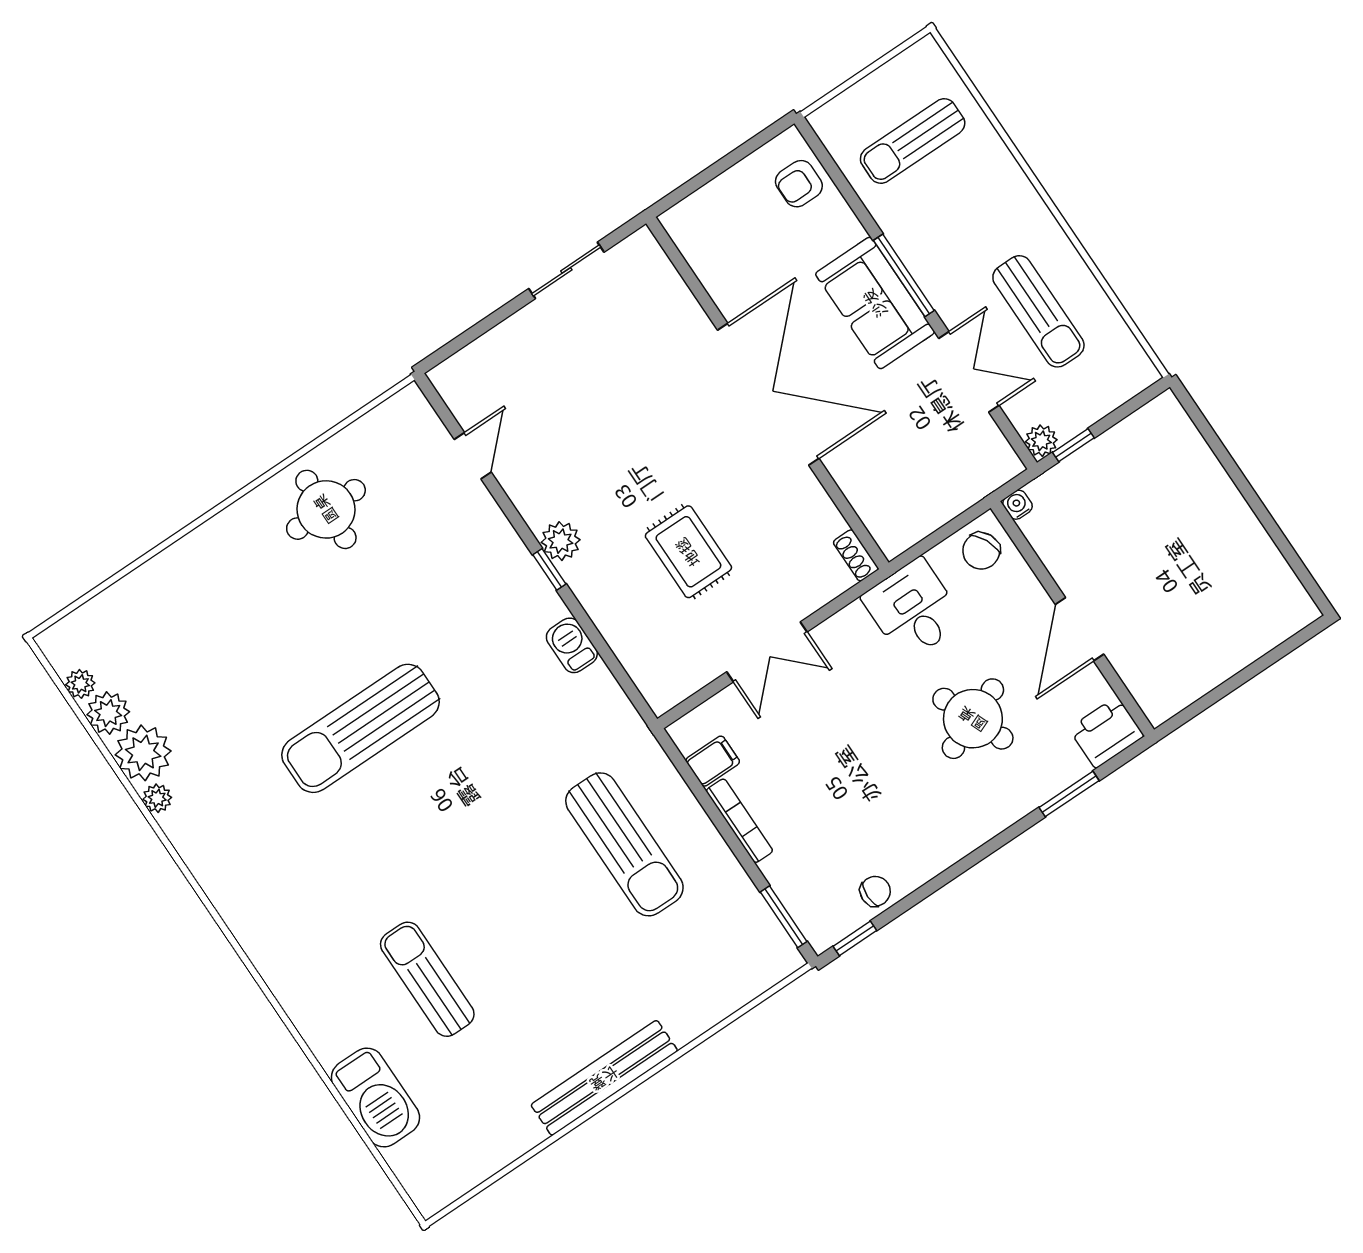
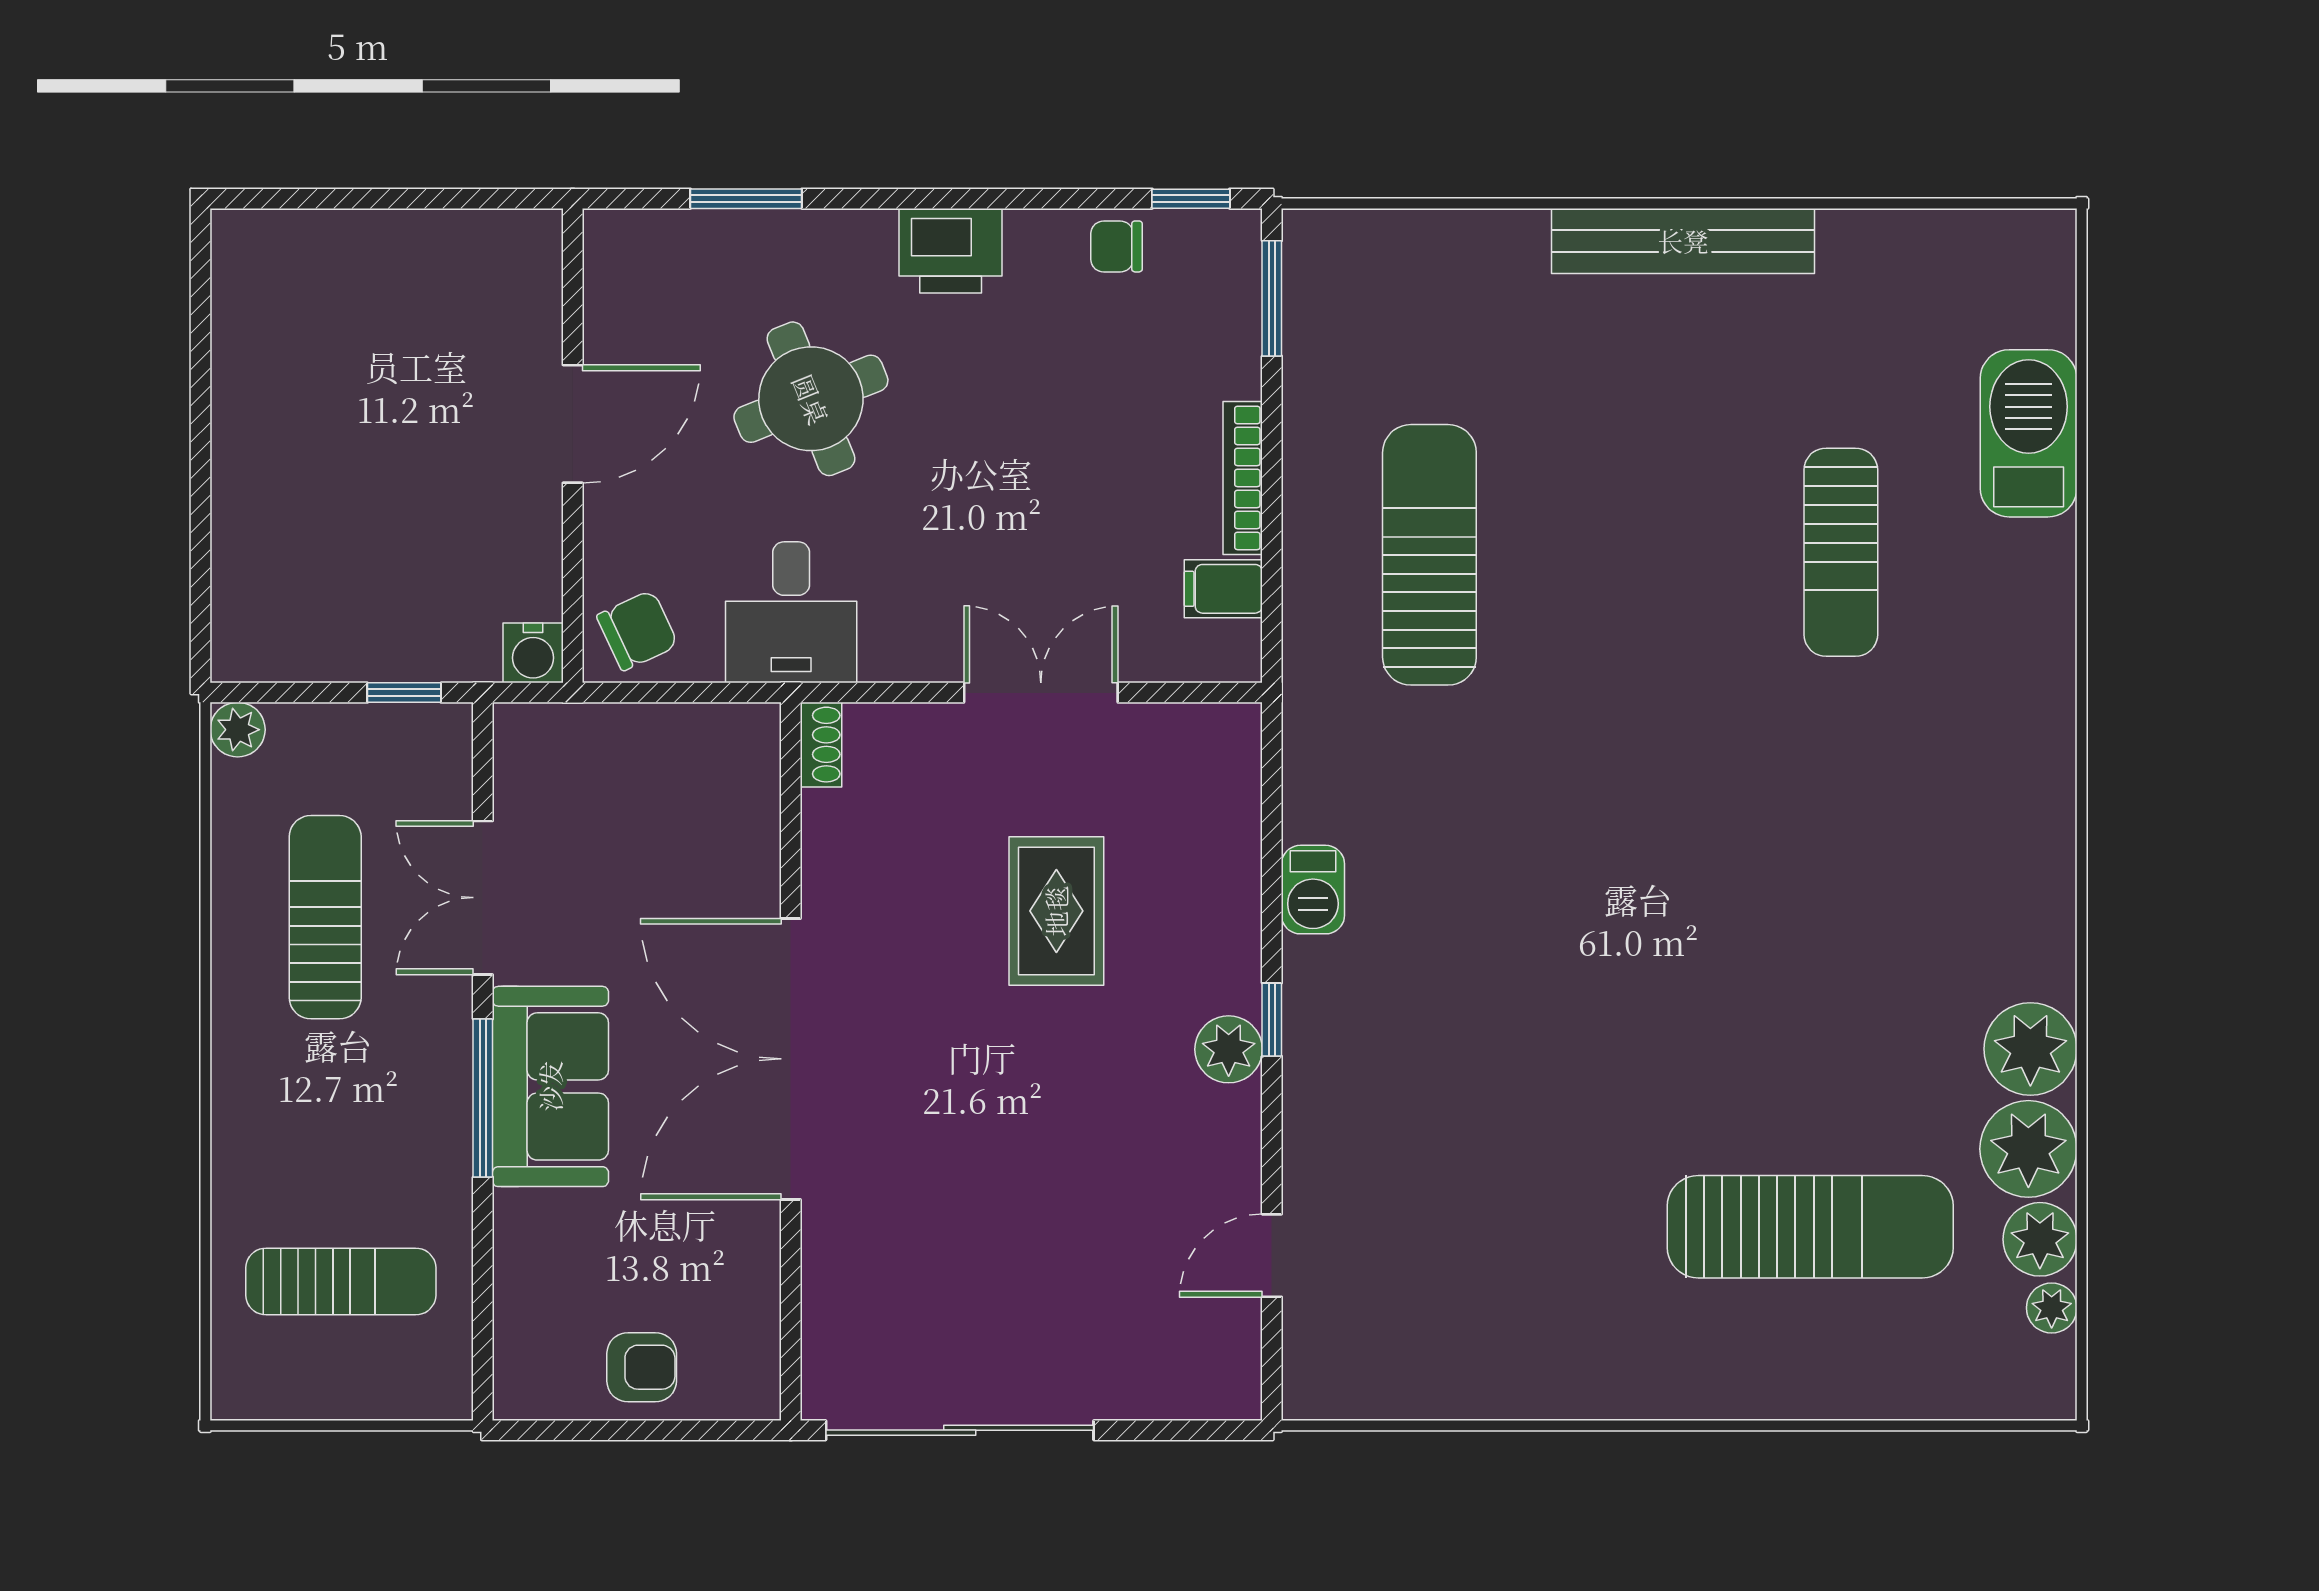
armchair: (799, 184) -> (642, 1367), moved
sliding door: (566, 270) -> (960, 1430), width x1.86
plant: (1041, 441) -> (238, 730), moved
water cooler: (1017, 505) -> (533, 653), width x1.38, depth x1.38
round table: (326, 509) -> (1533, 1320), removed
sun lounger: (361, 728) -> (1810, 1227), moved
printer: (1106, 732) -> (951, 251), moved
plant: (157, 798) -> (2030, 1049), width x1.88, depth x1.88

